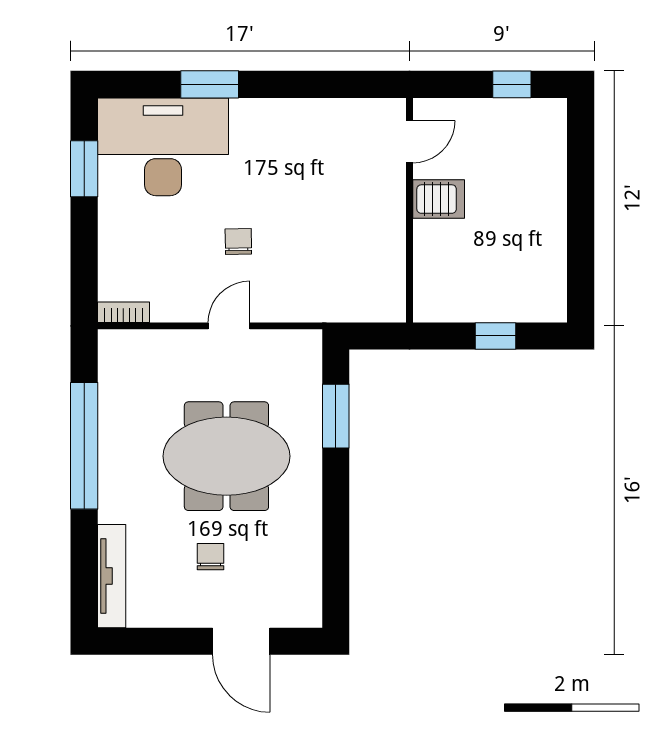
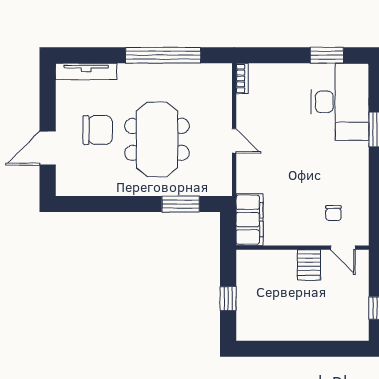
chair: (238, 241) -> (334, 213), moved, turned 91
filing cabinet: (362, 300) -> (249, 220), added
chair: (211, 557) -> (98, 130), width x1.87, depth x1.87

